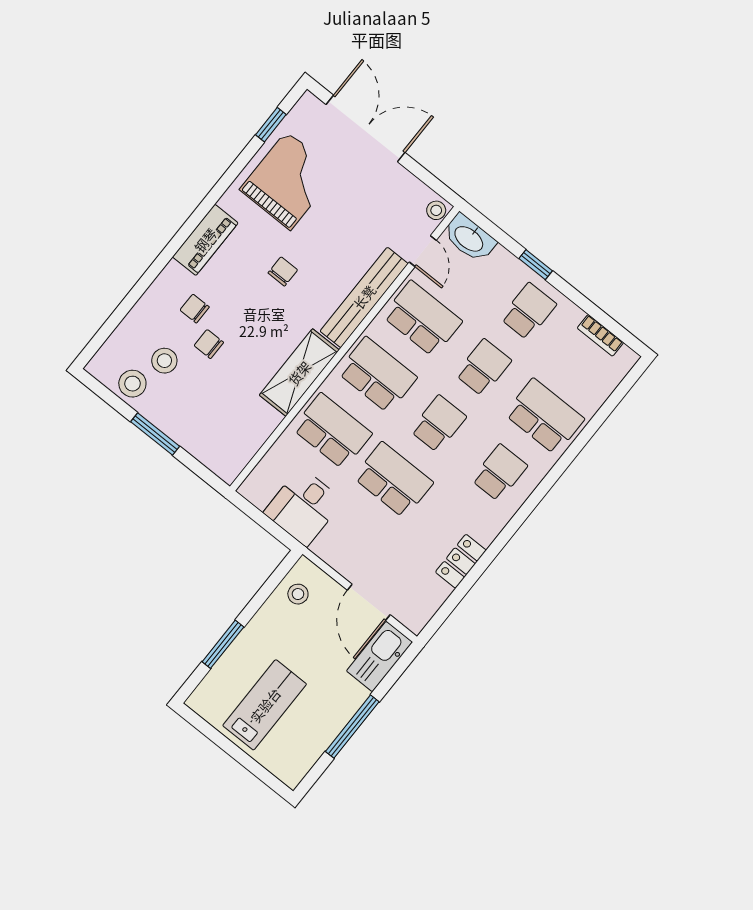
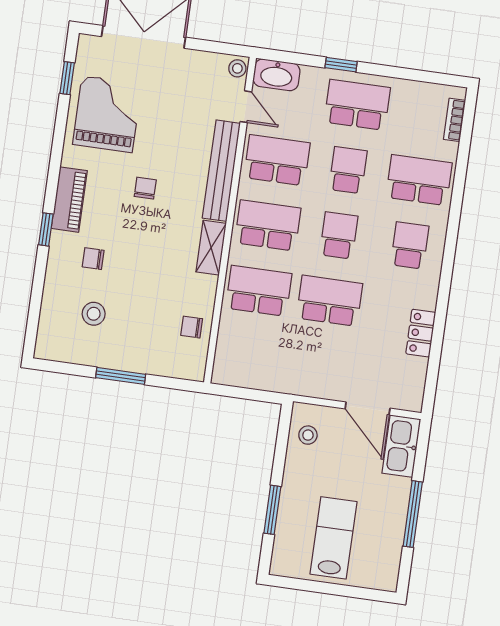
window: (167, 255) -> (46, 229), added
school desk: (528, 311) -> (357, 105), width x1.85
bookcase: (600, 335) -> (454, 120), moved, turned 90
chair: (209, 344) -> (192, 327), moved
shelving: (299, 373) -> (211, 248), width x0.67, depth x0.75
stool: (132, 384) -> (79, 347), removed
desk: (303, 507) -> (271, 364), removed

